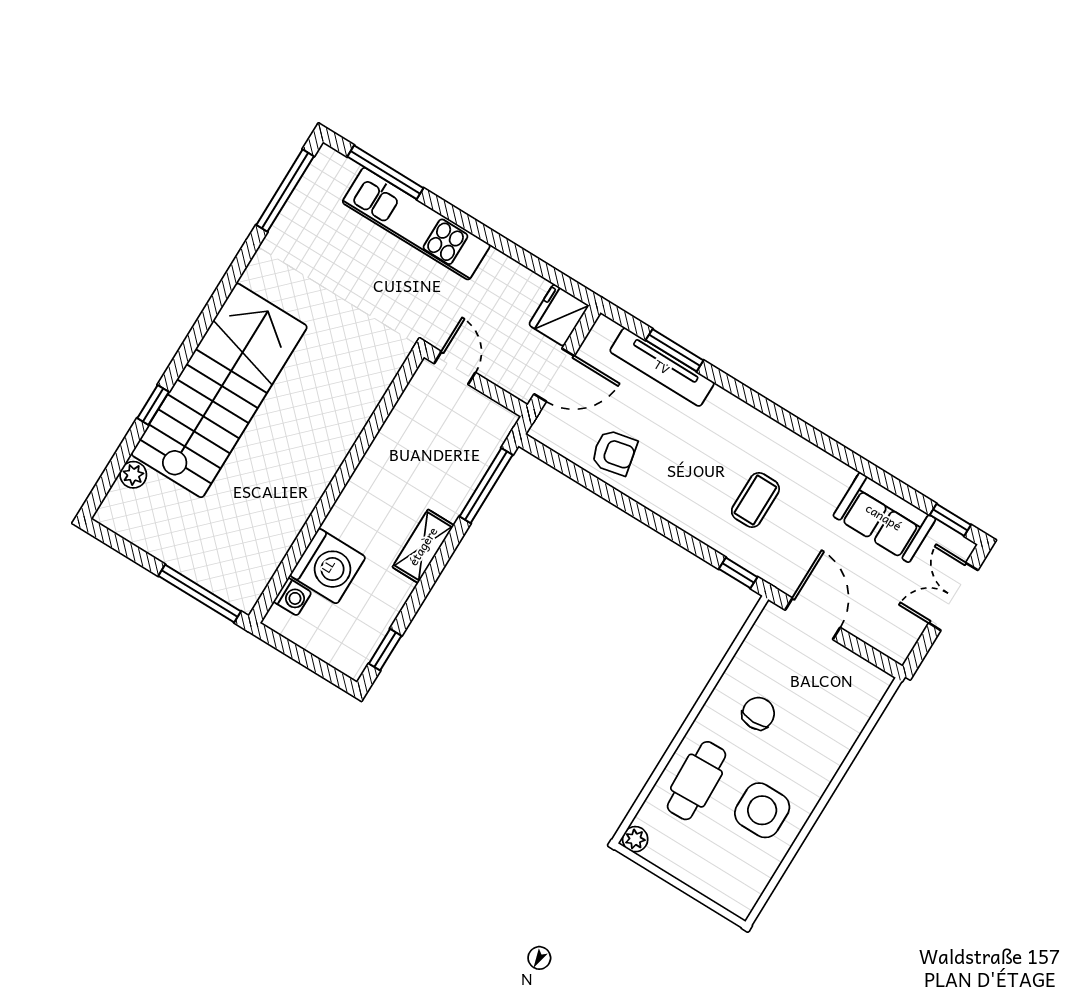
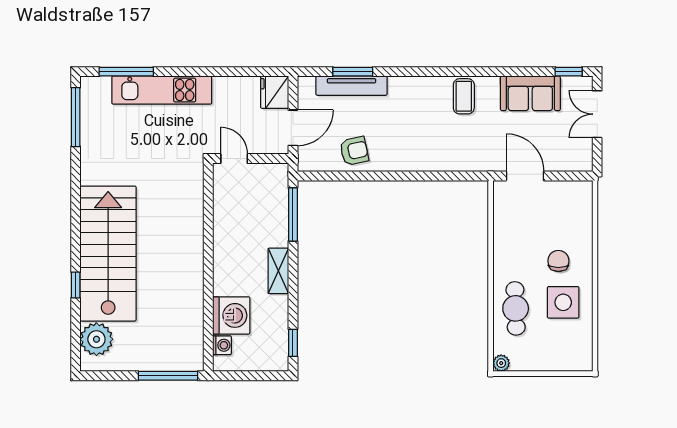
plant: (133, 475) -> (96, 339), width x1.87, depth x1.87
coffee table: (755, 500) -> (464, 96), moved
window: (738, 573) -> (467, 176), removed
chair: (758, 713) -> (558, 261), moved

